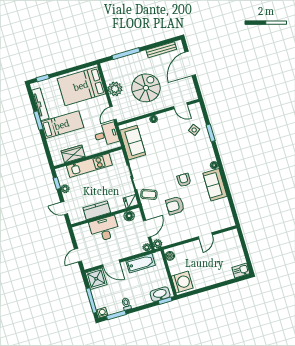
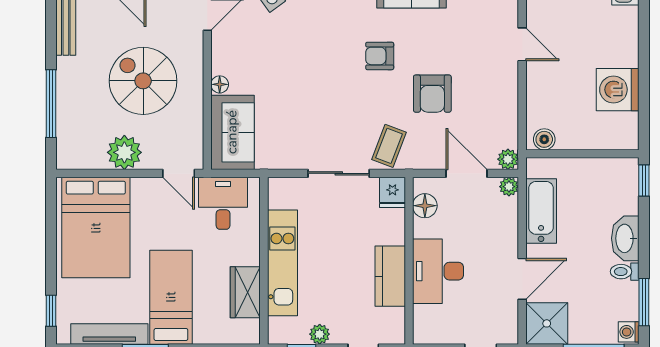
sofa: (133, 143) -> (232, 132), moved, turned 90
washing machine: (182, 282) -> (618, 90), moved, turned -90
washbasin: (160, 294) -> (625, 238), moved

